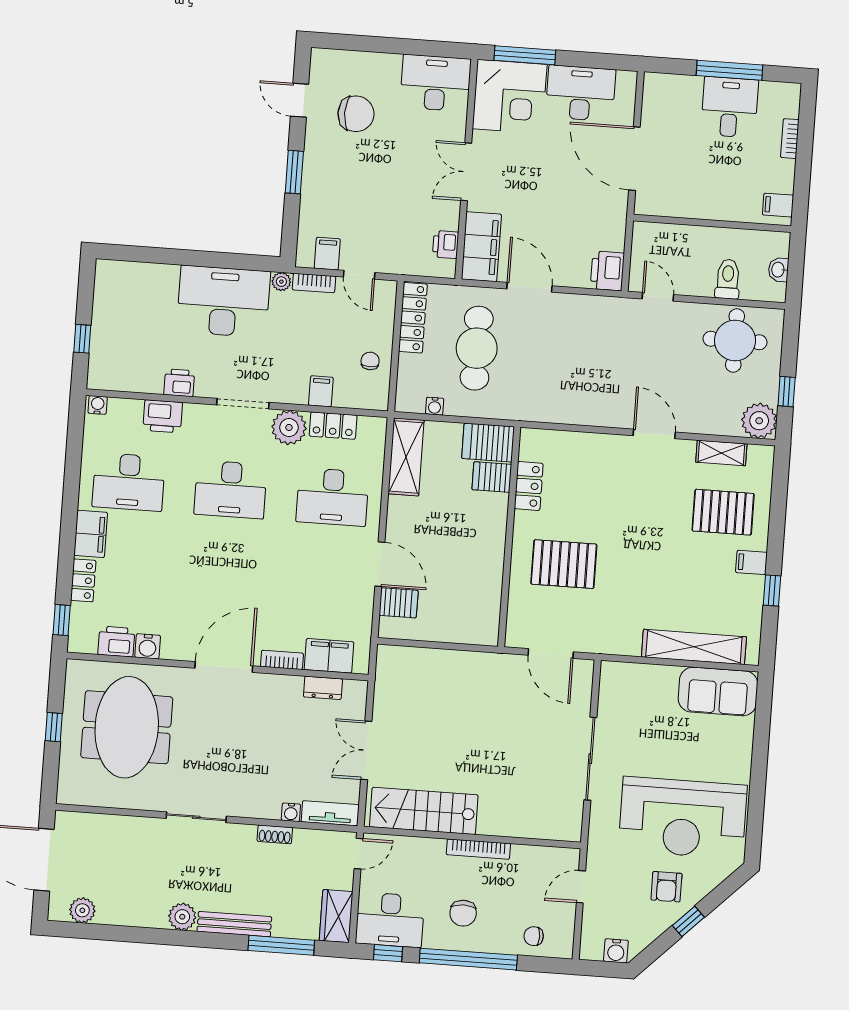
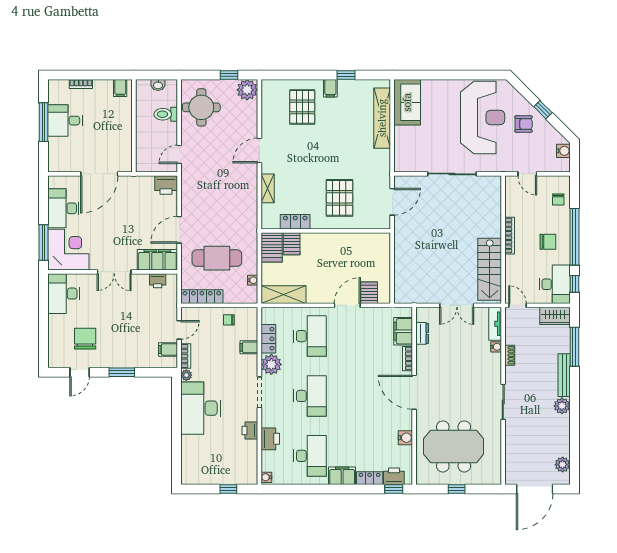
shelving: (721, 453) -> (268, 188), moved
printer: (116, 642) -> (394, 476), moved, turned 90

